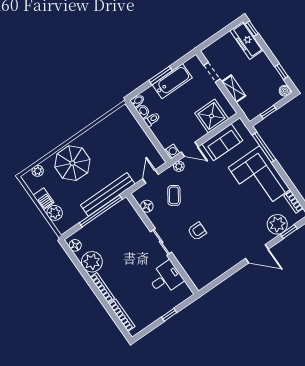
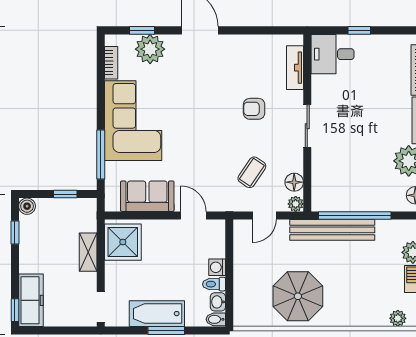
doorway: (212, 72) -> (101, 307), moved
shower: (212, 116) -> (123, 242), moved
washing machine: (172, 152) -> (217, 267), moved
parasol: (72, 163) -> (298, 296), moved
plant: (179, 166) -> (296, 204), moved
tv unit: (190, 270) -> (295, 68), added
desk: (165, 278) -> (333, 54), moved

